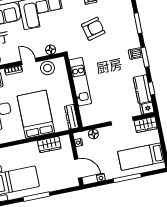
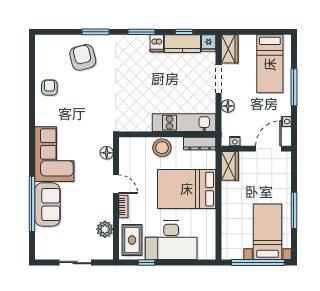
armchair: (93, 29) -> (83, 57), moved
dishwasher: (135, 54) -> (157, 43), moved
door: (29, 61) -> (116, 184), swing flipped
stool: (48, 68) -> (162, 148), moved
kitchen unit: (80, 82) -> (184, 123), moved
floor lamp: (93, 134) -> (228, 106), moved
wardrobe: (49, 145) -> (230, 166), moved

